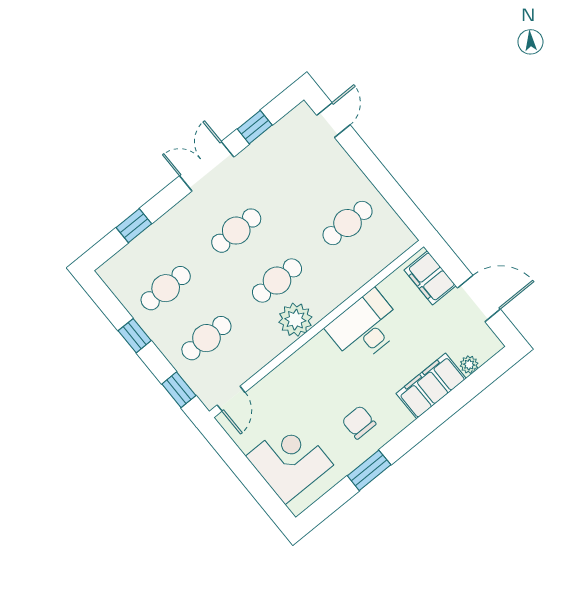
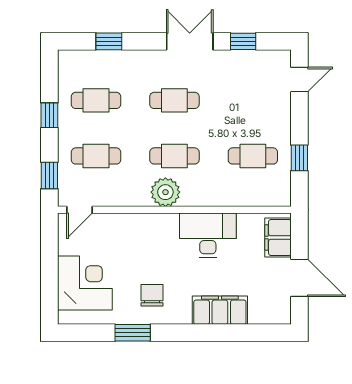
window: (391, 191) -> (299, 158), added
plant: (469, 365) -> (257, 317), removed

